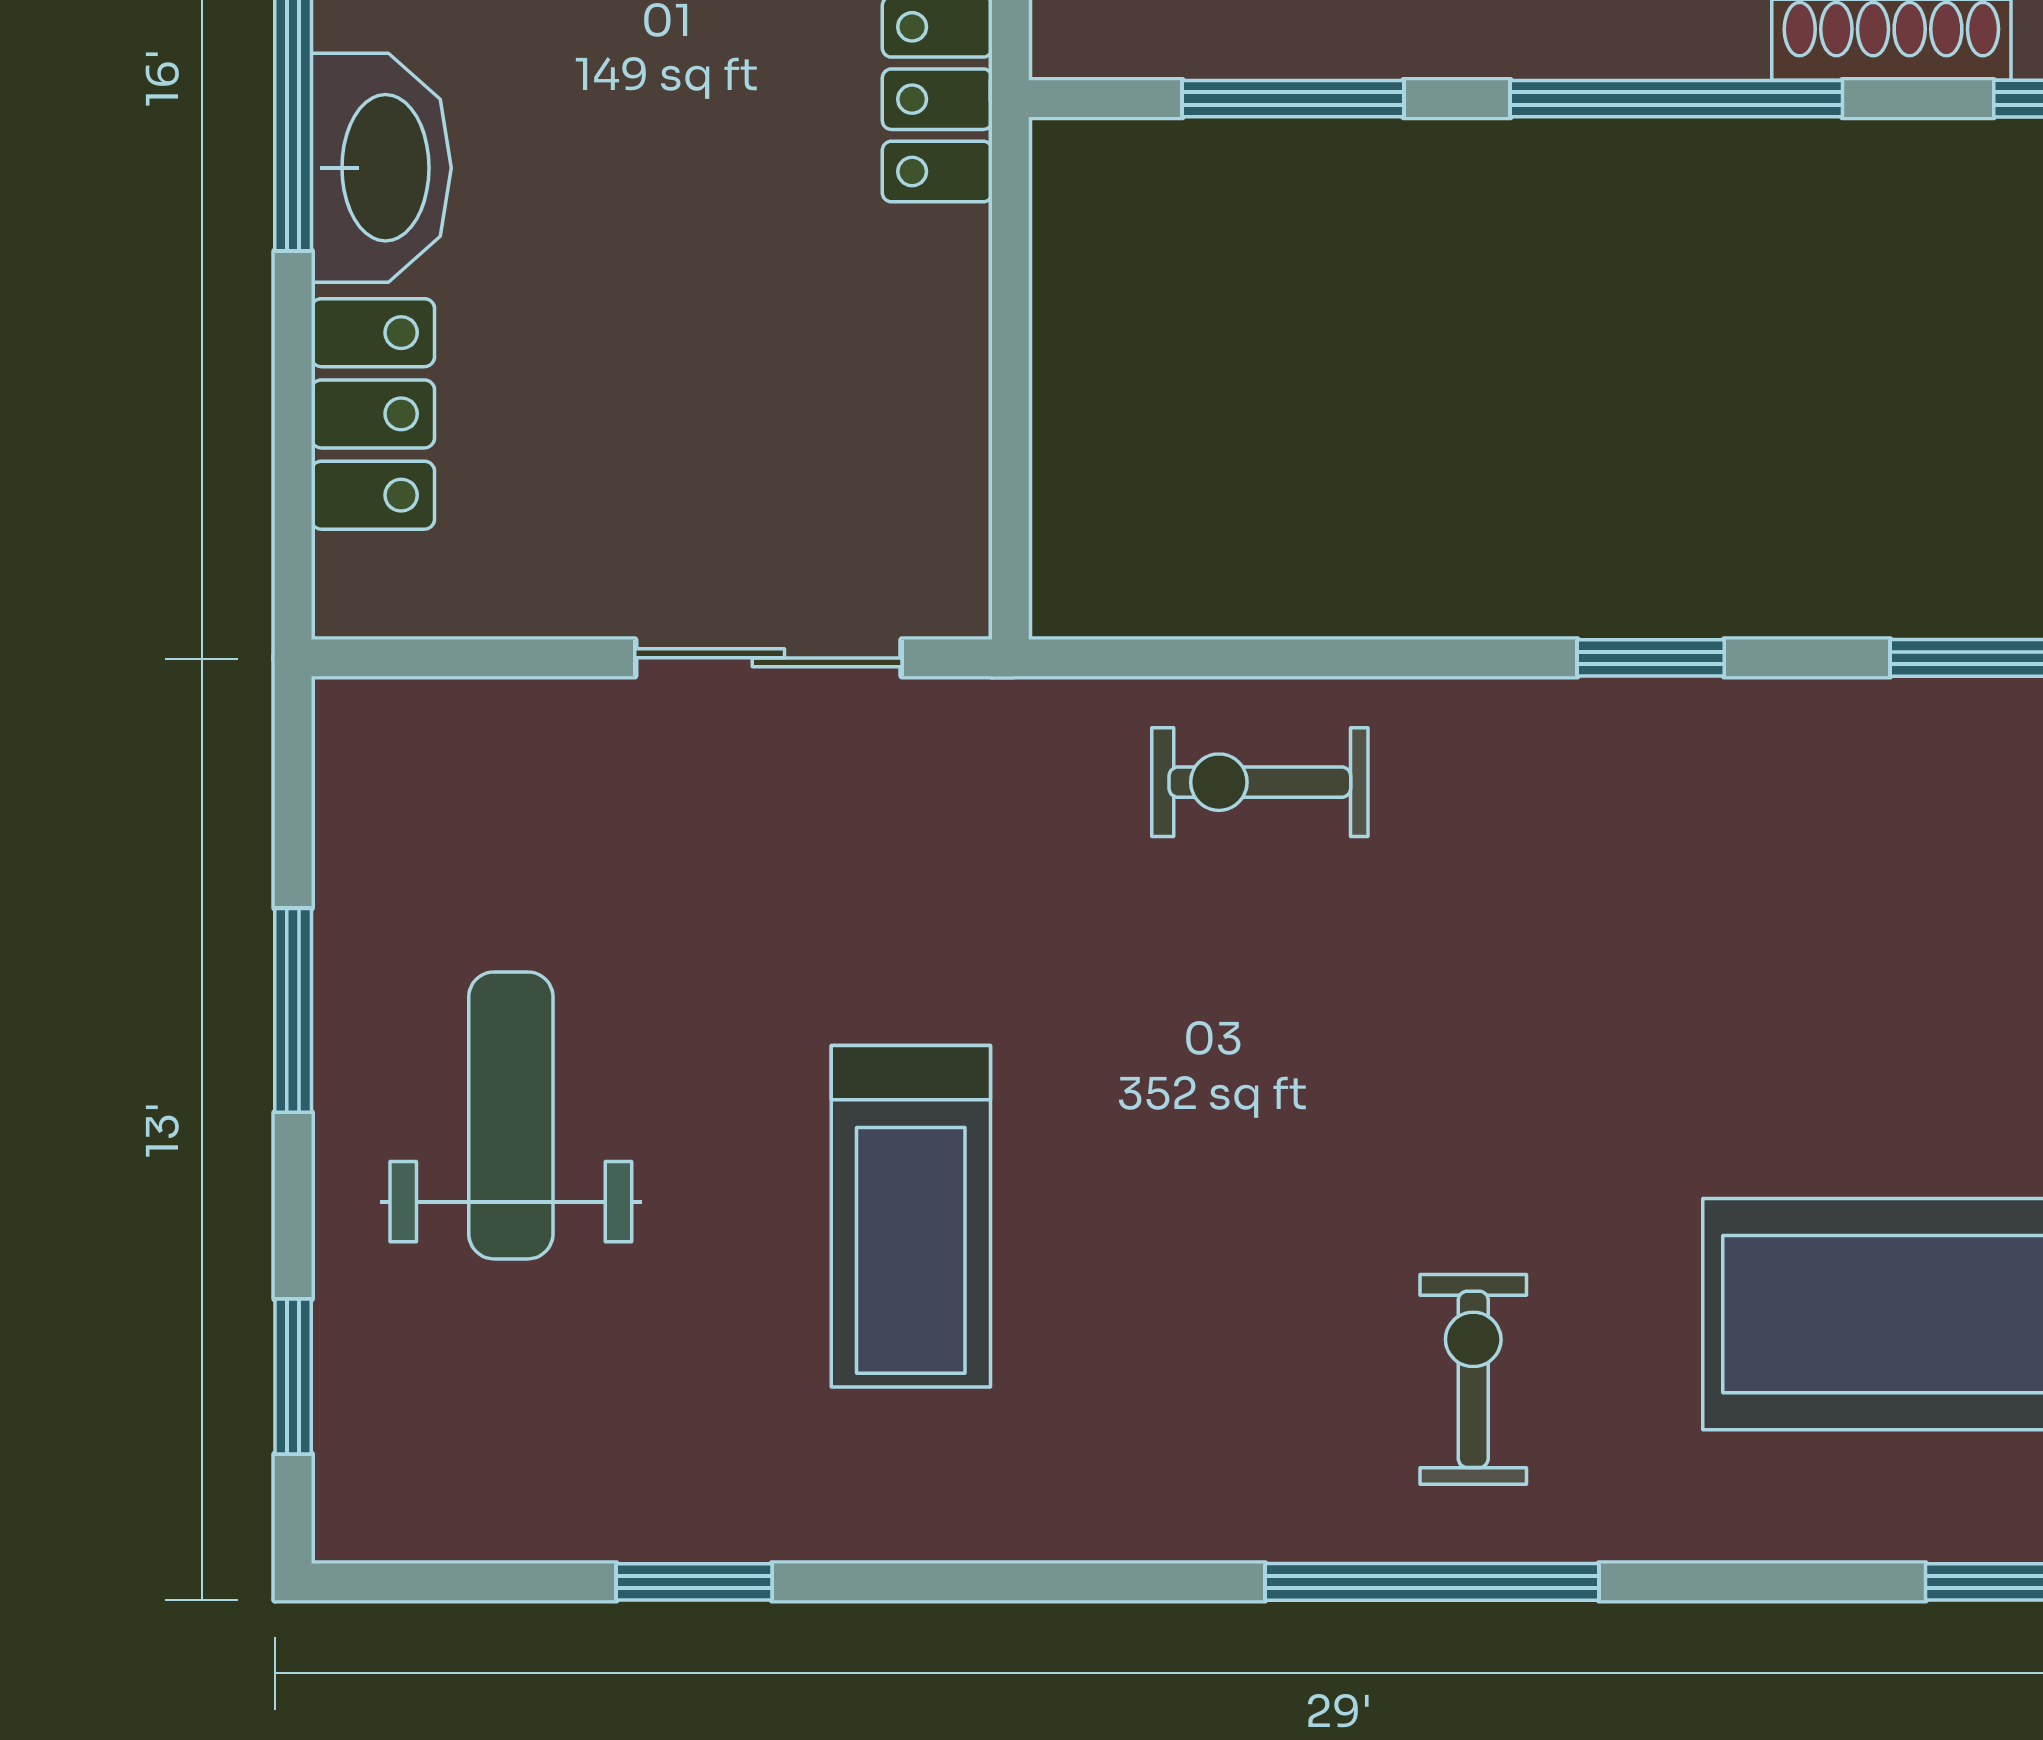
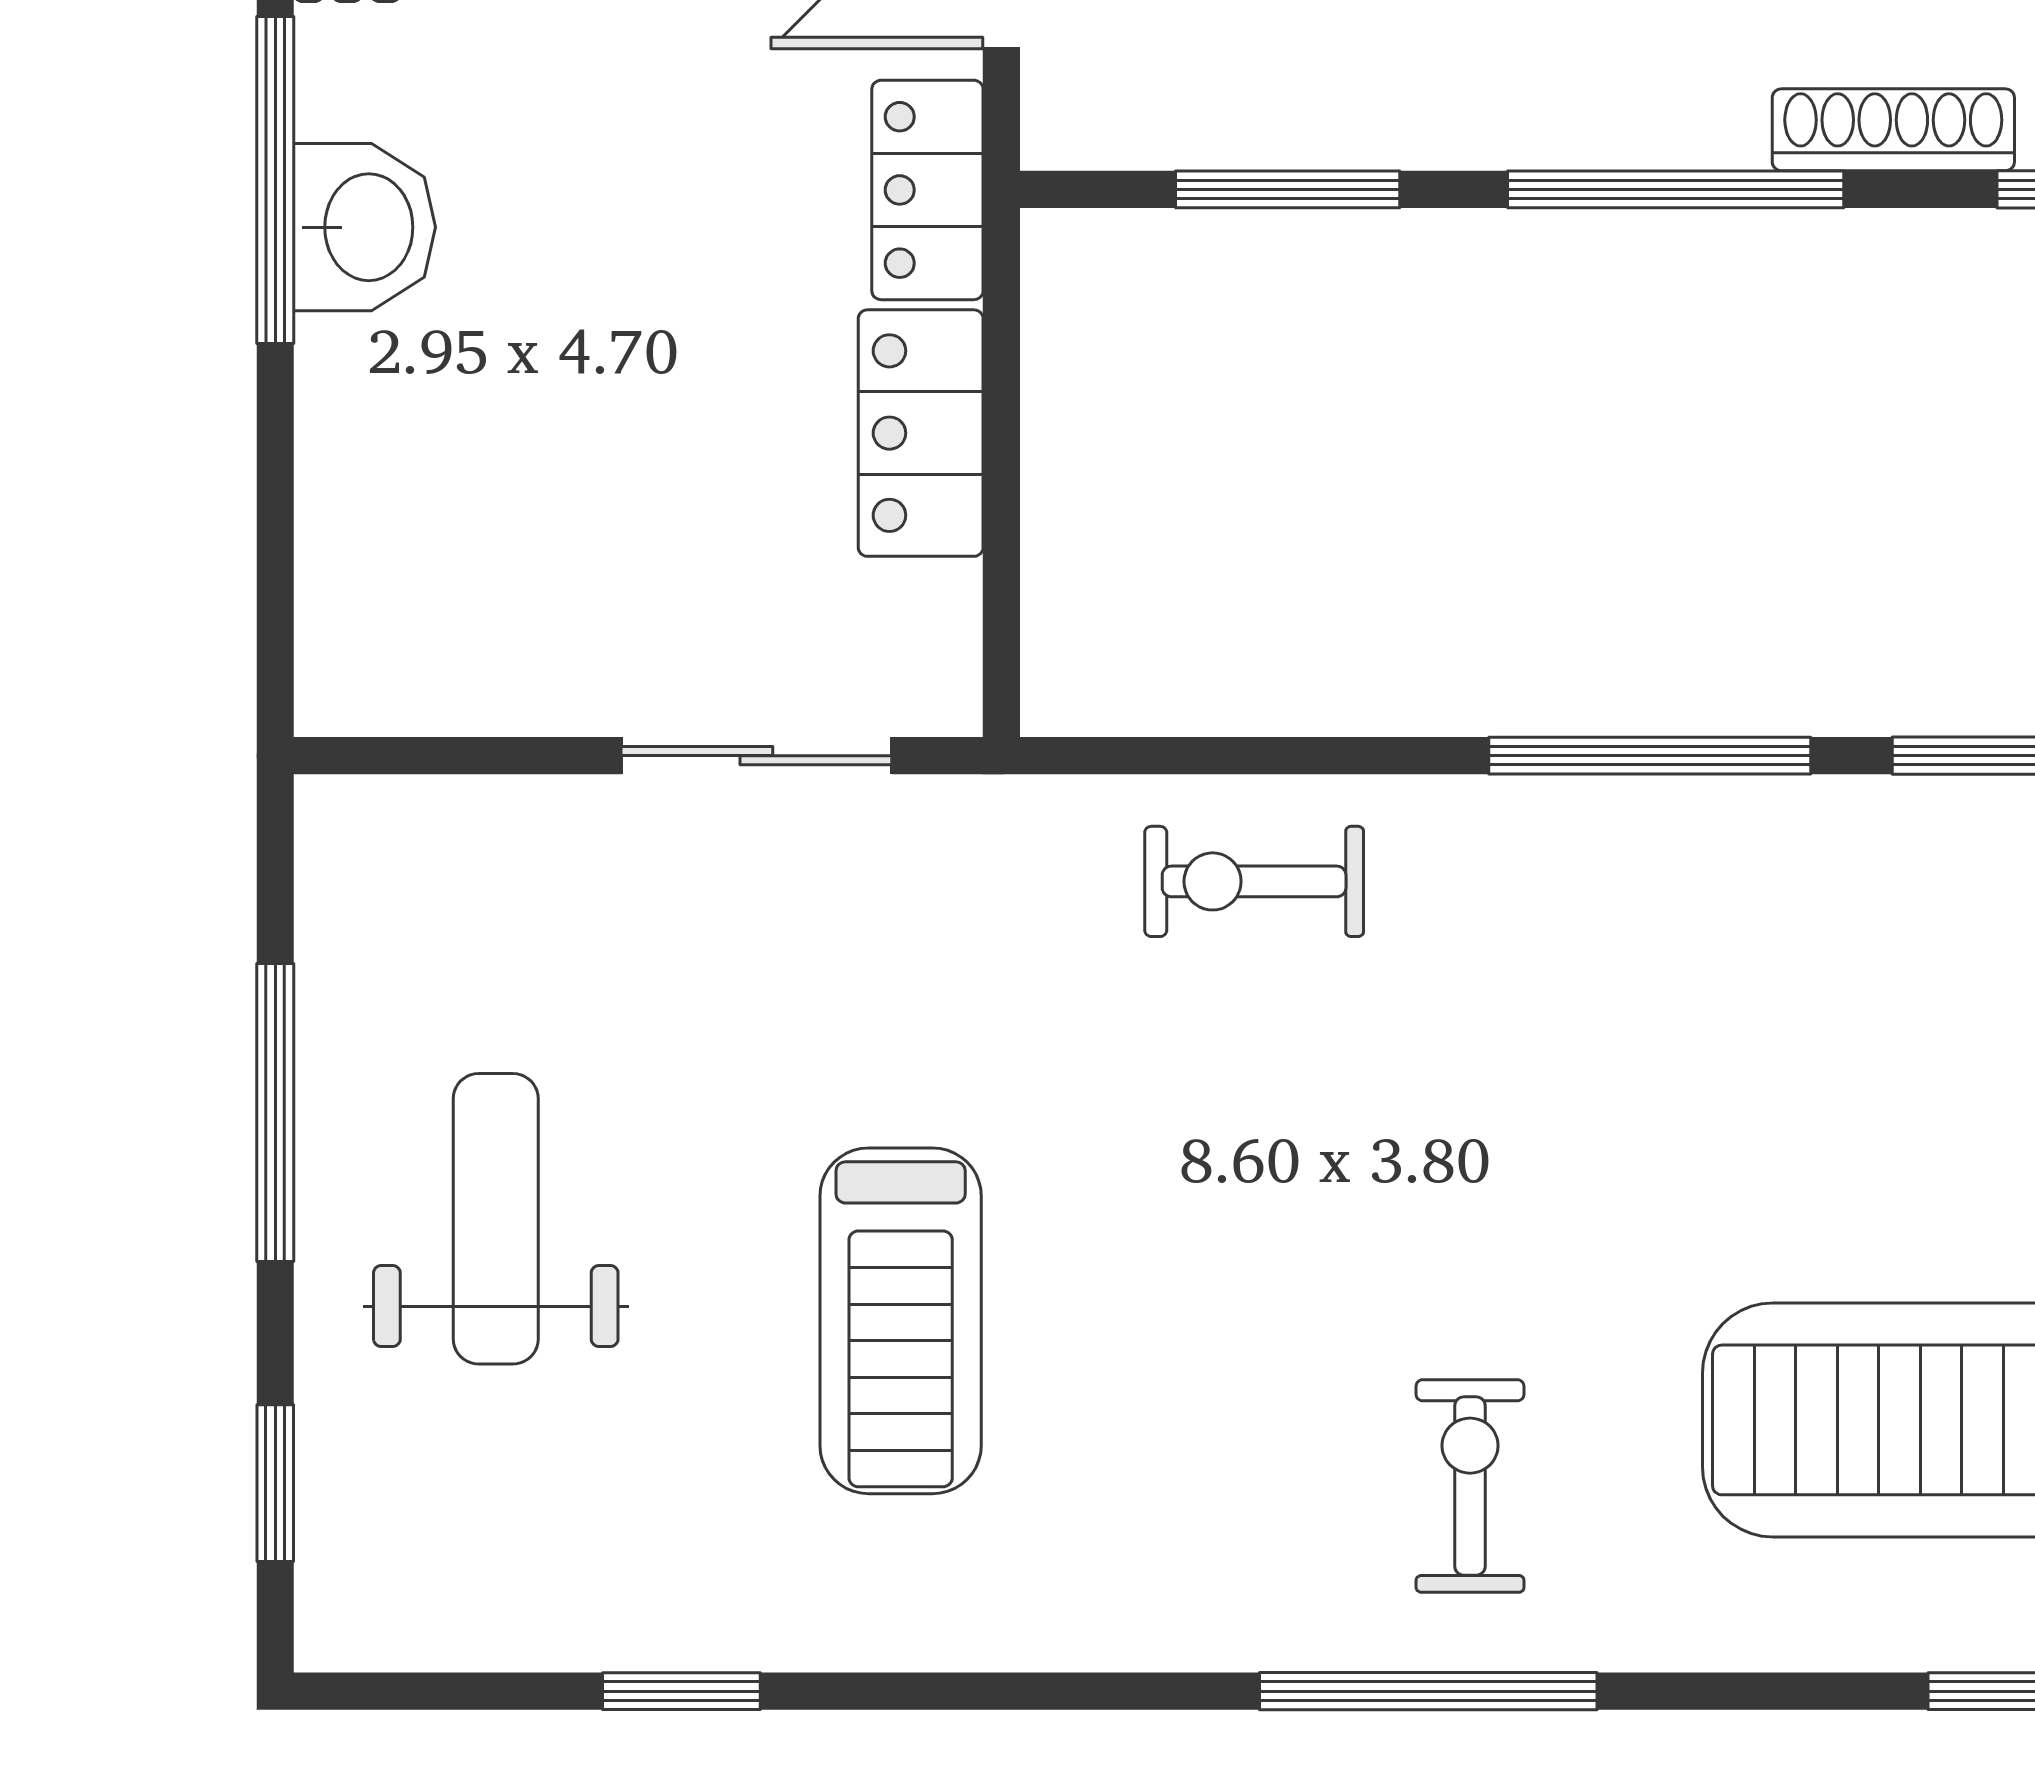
washbasin: (381, 168) -> (365, 227), width x0.72
locker: (373, 414) -> (921, 433), moved, turned 180
window: (1651, 658) -> (1650, 756), width x2.17
window: (293, 1010) -> (275, 1112), width x1.44

